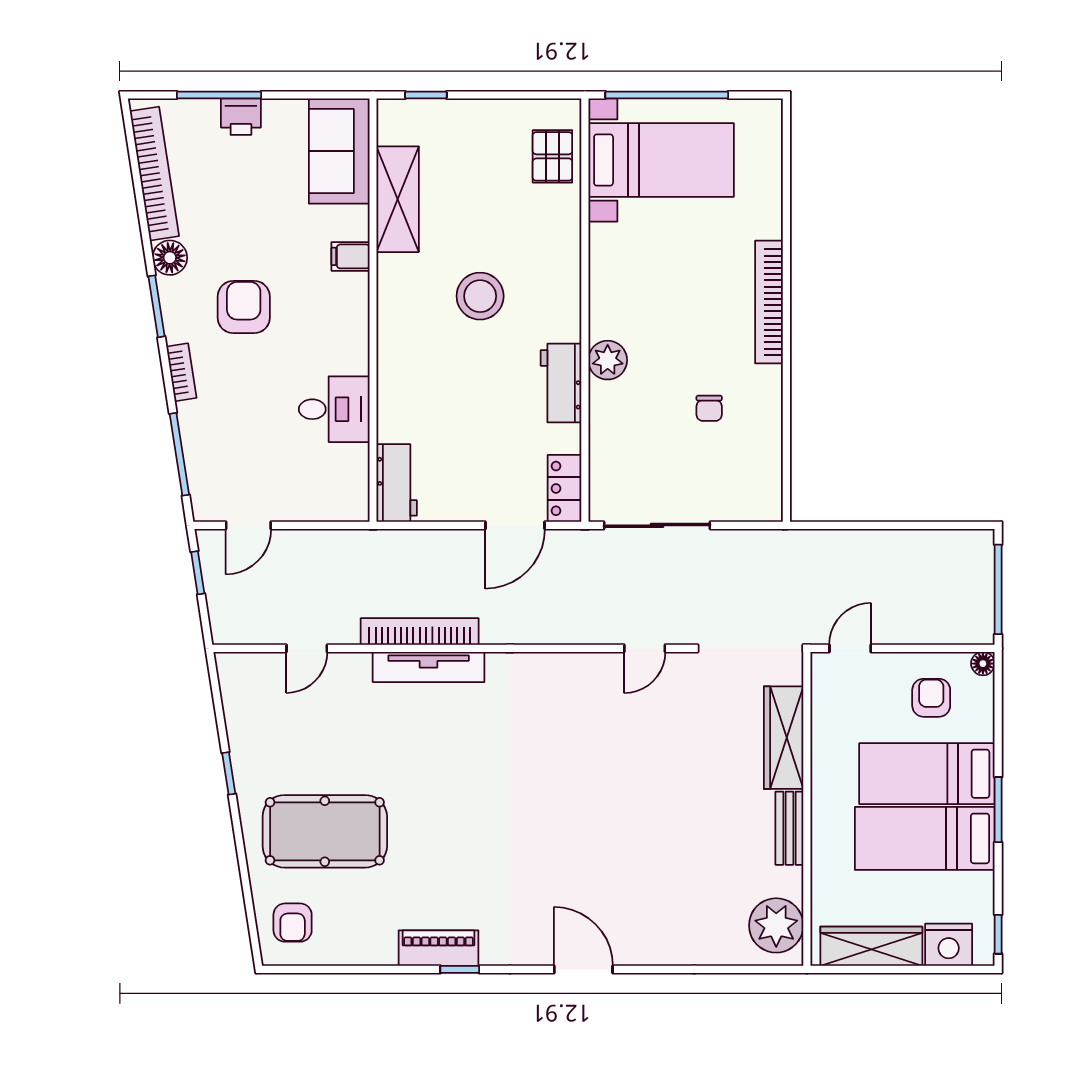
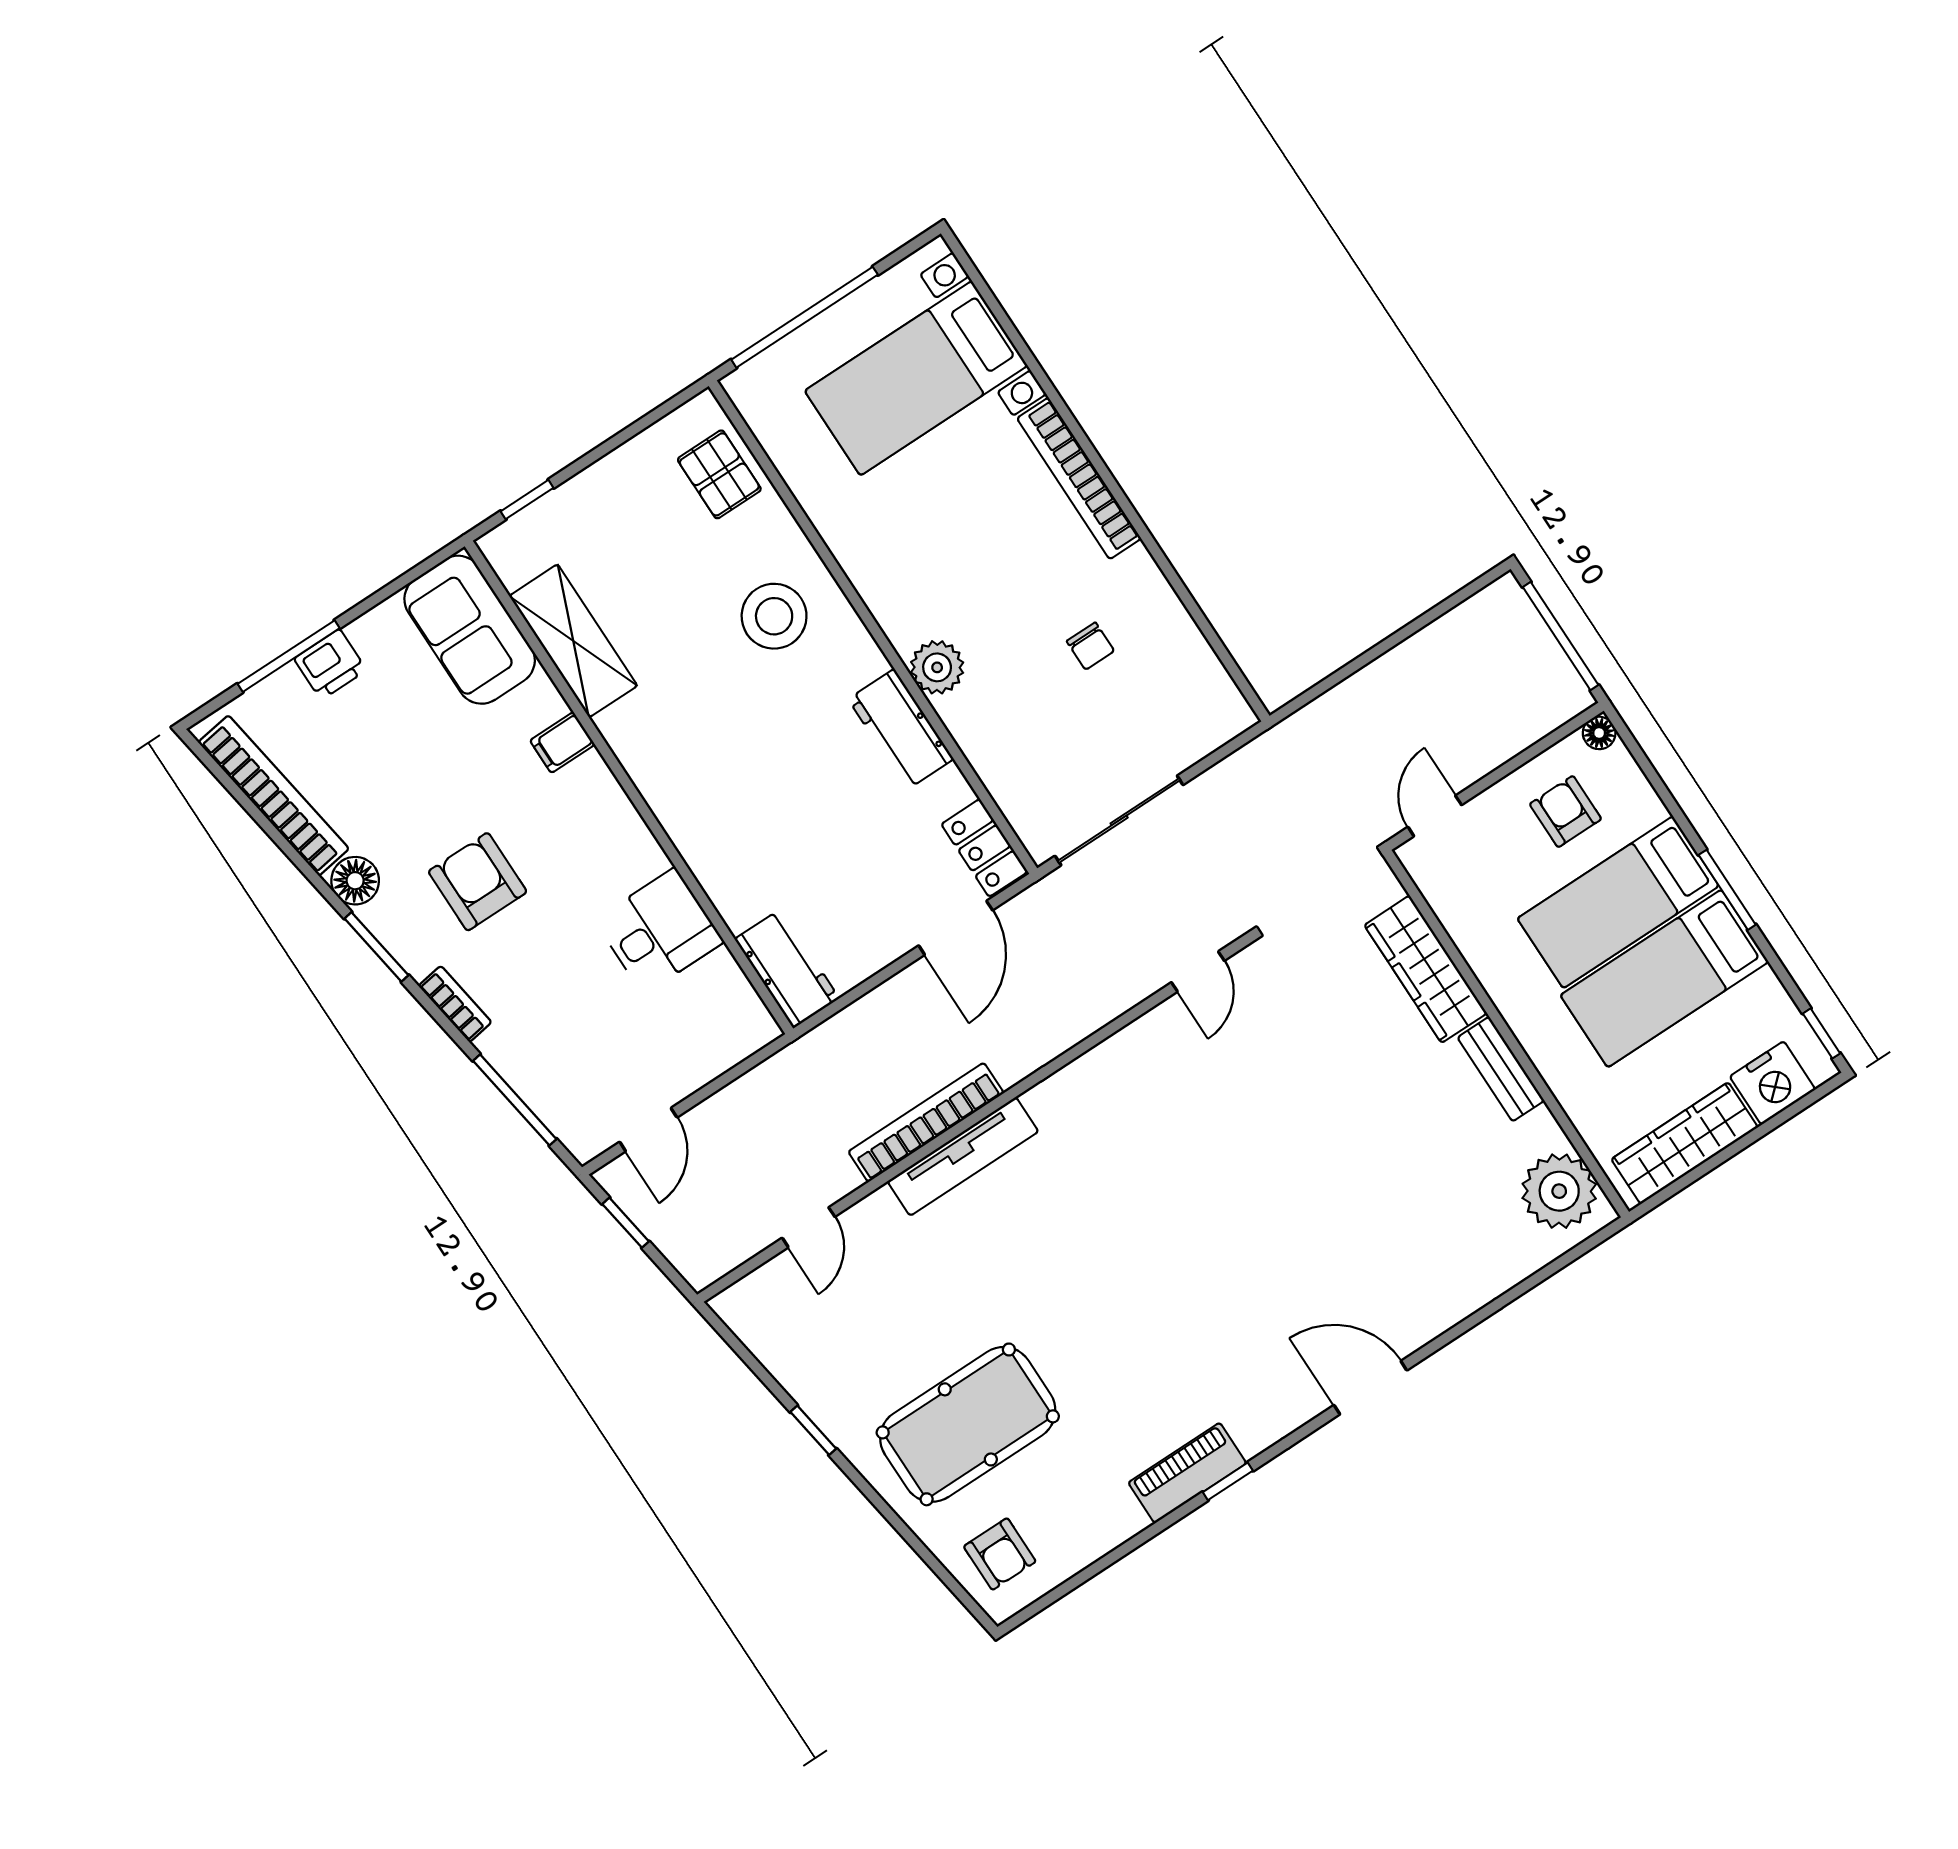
bed with nightstands: (661, 160) -> (916, 378), moved, turned 180
stool: (480, 296) -> (774, 616), moved

